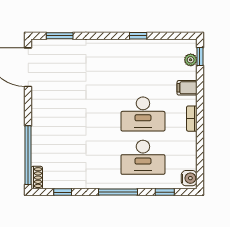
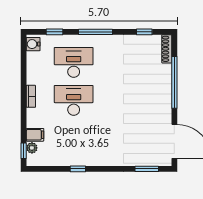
filing cabinet: (187, 88) -> (35, 135), moved
window: (28, 155) -> (174, 82), moved
shoe rack: (37, 178) -> (167, 49), width x1.43

